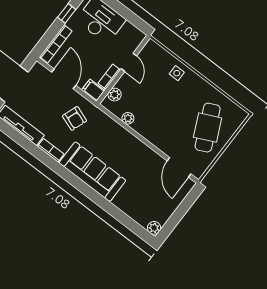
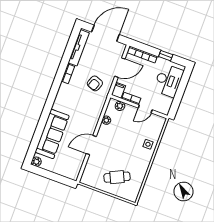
cafe table: (208, 128) -> (117, 177), width x0.73, depth x0.74
door: (179, 167) -> (91, 145), moved
sofa: (92, 172) -> (52, 134), moved

